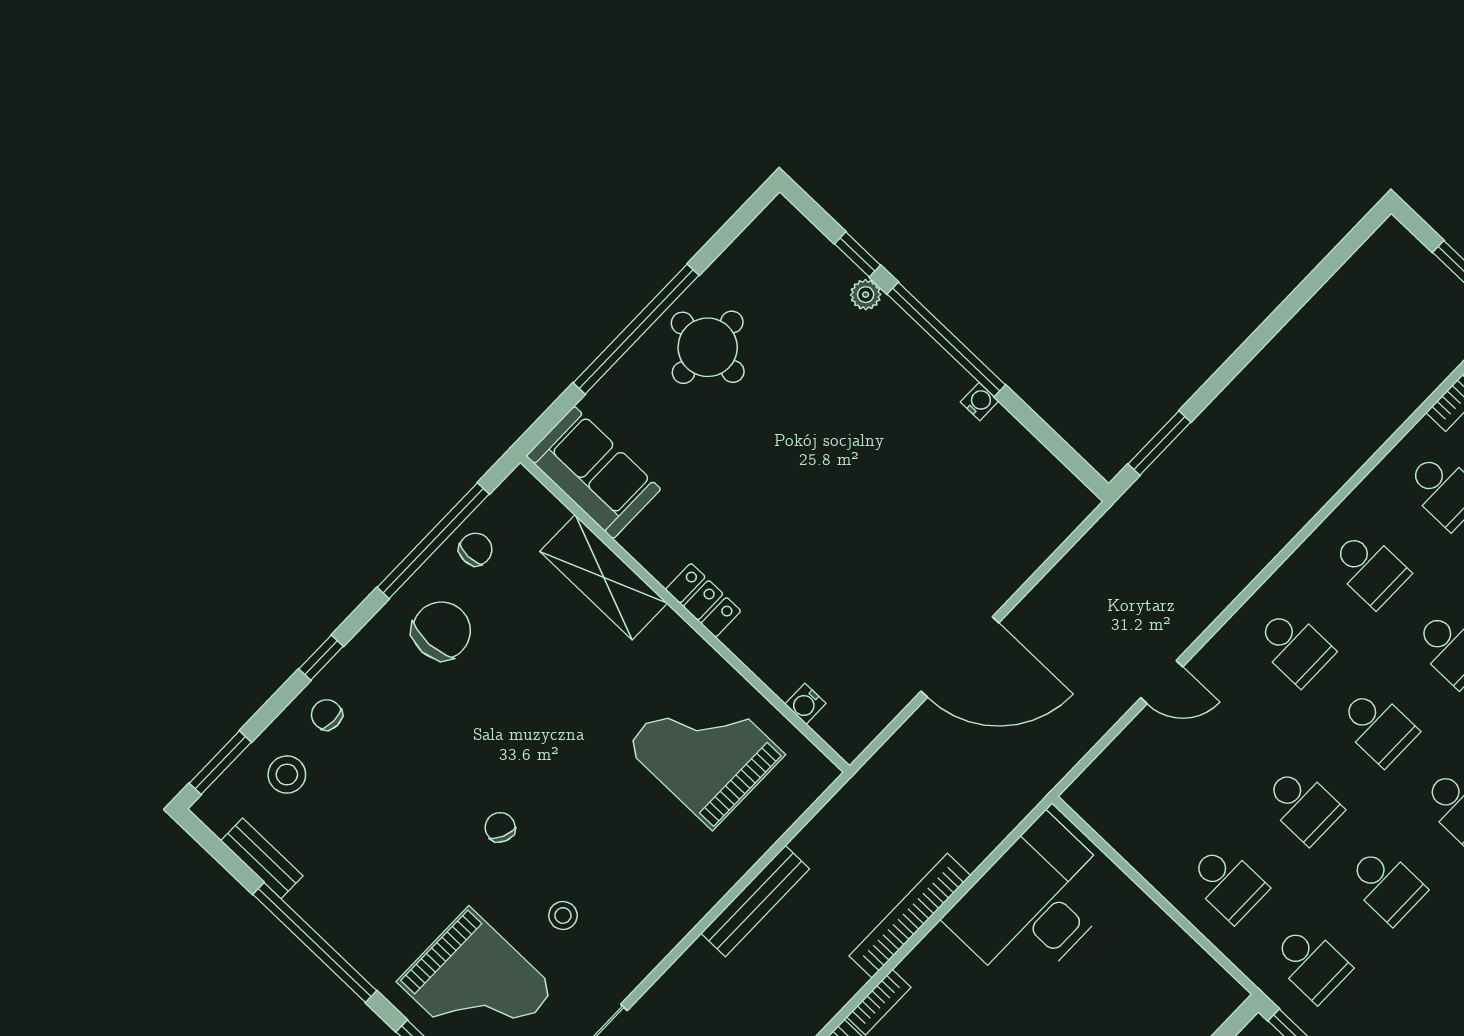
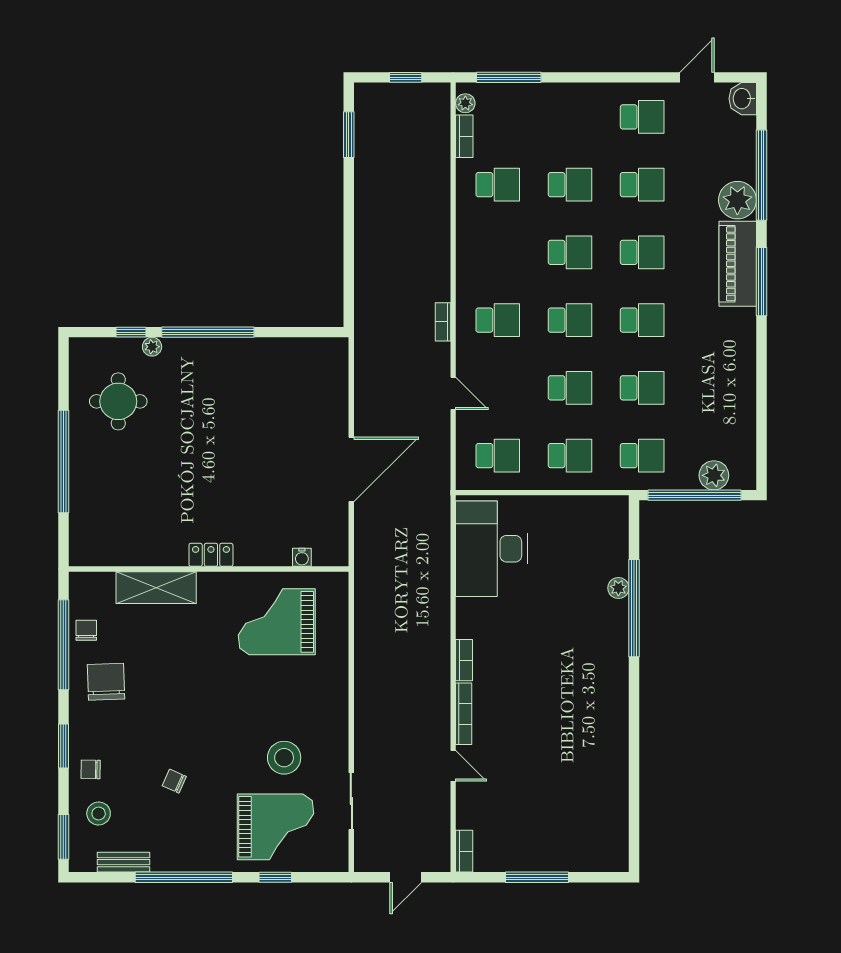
round table: (708, 347) -> (118, 401), moved
water cooler: (979, 402) -> (250, 346), removed
window: (1159, 443) -> (349, 135), moved
sofa: (594, 473) -> (106, 545), removed
school desk: (1369, 569) -> (498, 456), moved
window: (321, 658) -> (63, 746), width x1.50
door: (1162, 682) -> (453, 393), hinge flipped
chair: (500, 827) -> (174, 781), moved
bench: (755, 901) -> (364, 668), removed
stool: (563, 915) -> (284, 758), width x1.89, depth x1.89
bookcase: (910, 916) -> (443, 322), moved, width x0.43, depth x0.76

